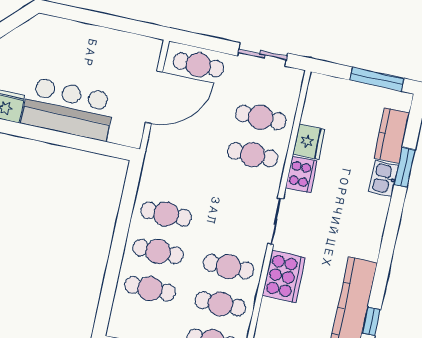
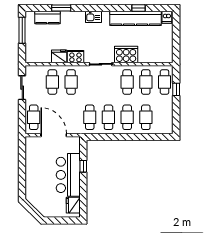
window: (79, 143) -> (83, 166), added
cafe table: (174, 177) -> (90, 117), added
kitchen sink: (384, 178) -> (93, 17), moved

